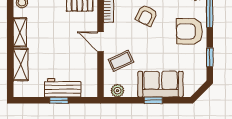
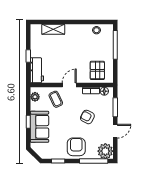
shelving: (20, 32) -> (76, 29), removed
workbench: (63, 88) -> (37, 70), moved

